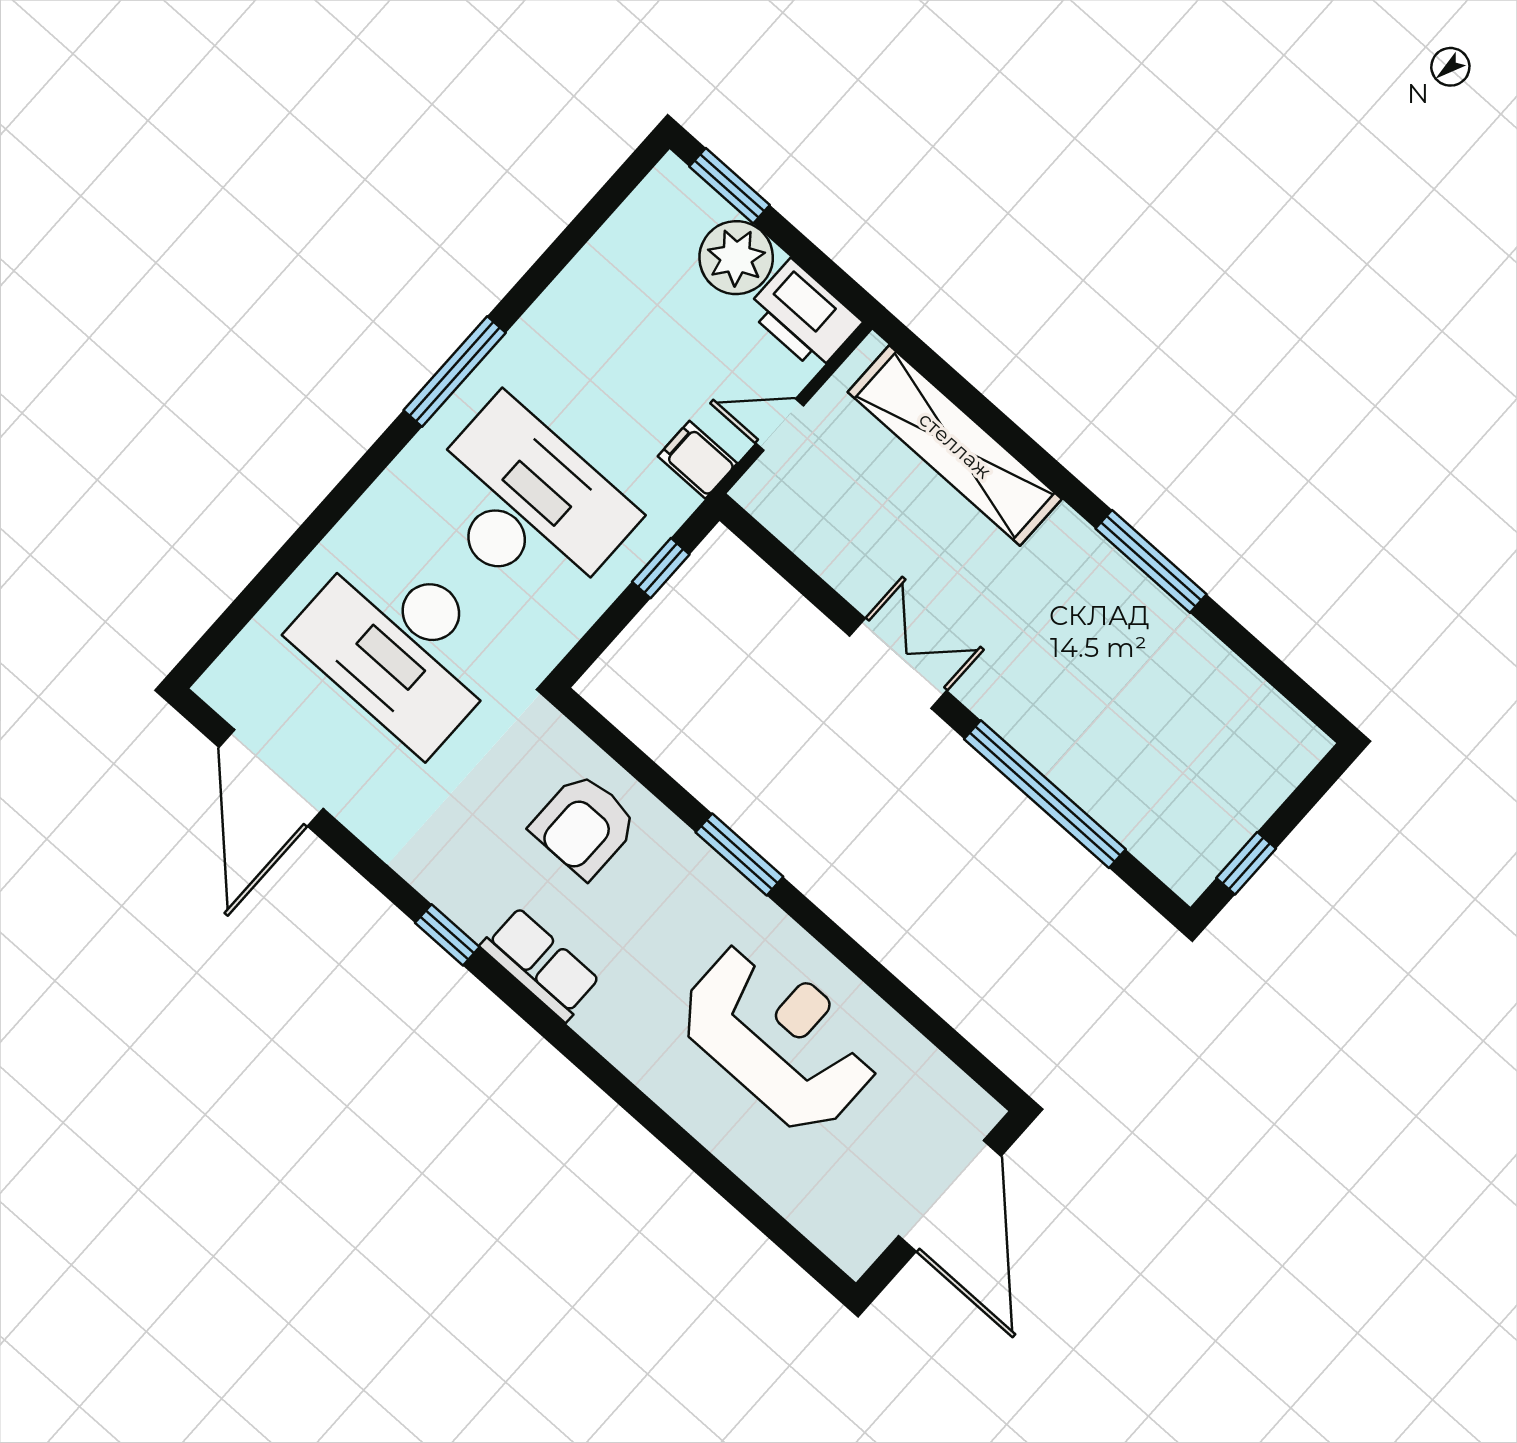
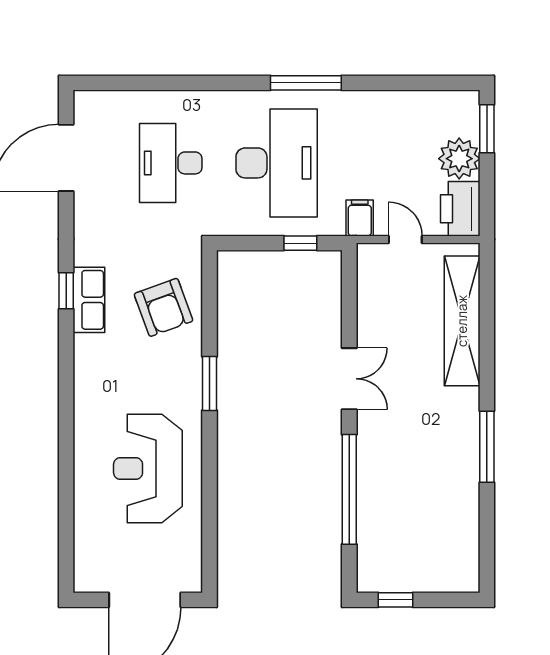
desk: (401, 645) -> (171, 163), width x0.73, depth x0.77
armchair: (584, 825) -> (164, 307), turned -110
row of seats: (541, 964) -> (89, 300), moved
reception desk: (779, 1037) -> (148, 468), turned 180

